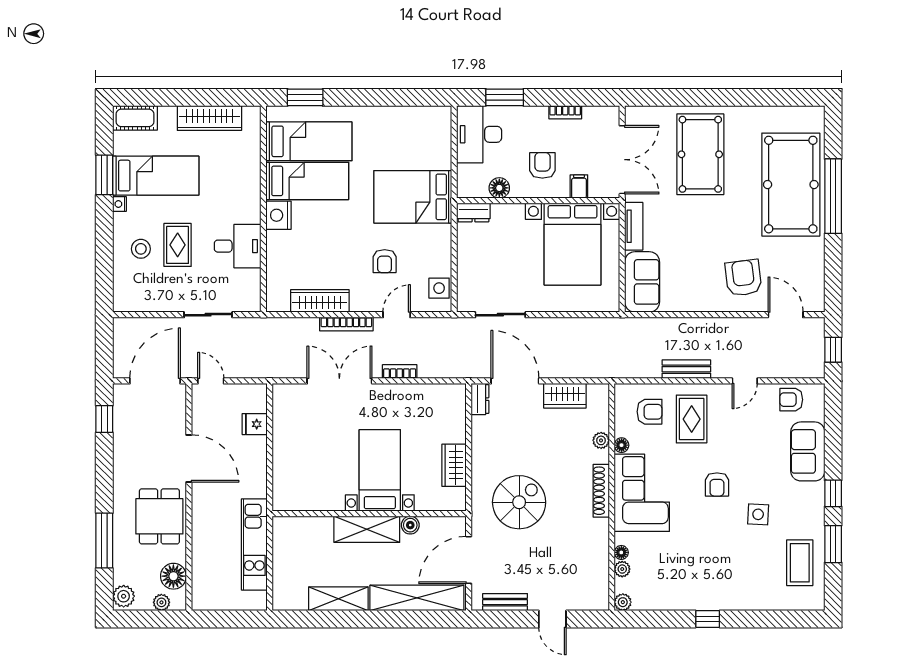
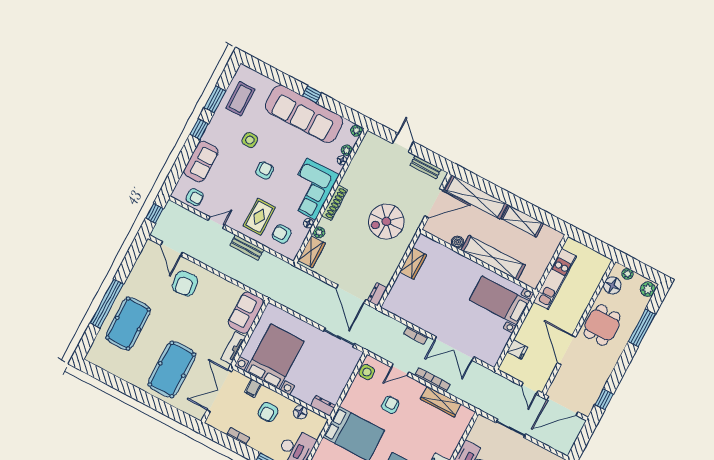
pool table: (791, 185) -> (128, 324), width x0.73, depth x0.76
wardrobe: (565, 396) -> (312, 252), moved, turned 90
bed with nightstands: (380, 470) -> (499, 301), moved, turned 90
shelving: (367, 529) -> (493, 258), width x1.47
sofa: (704, 587) -> (304, 114), added

